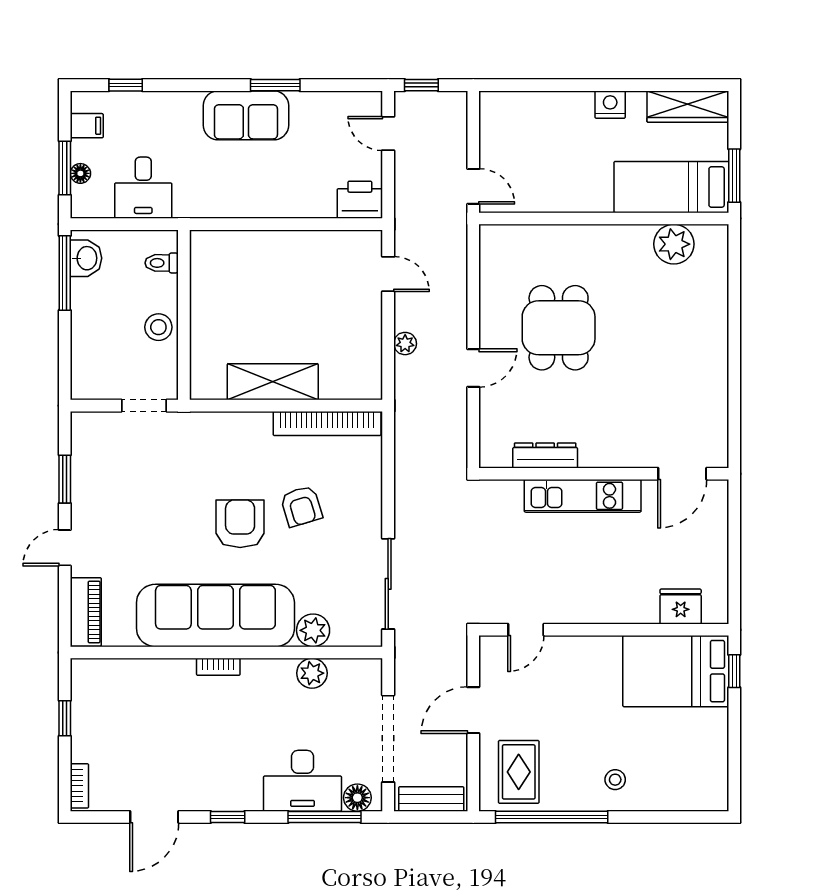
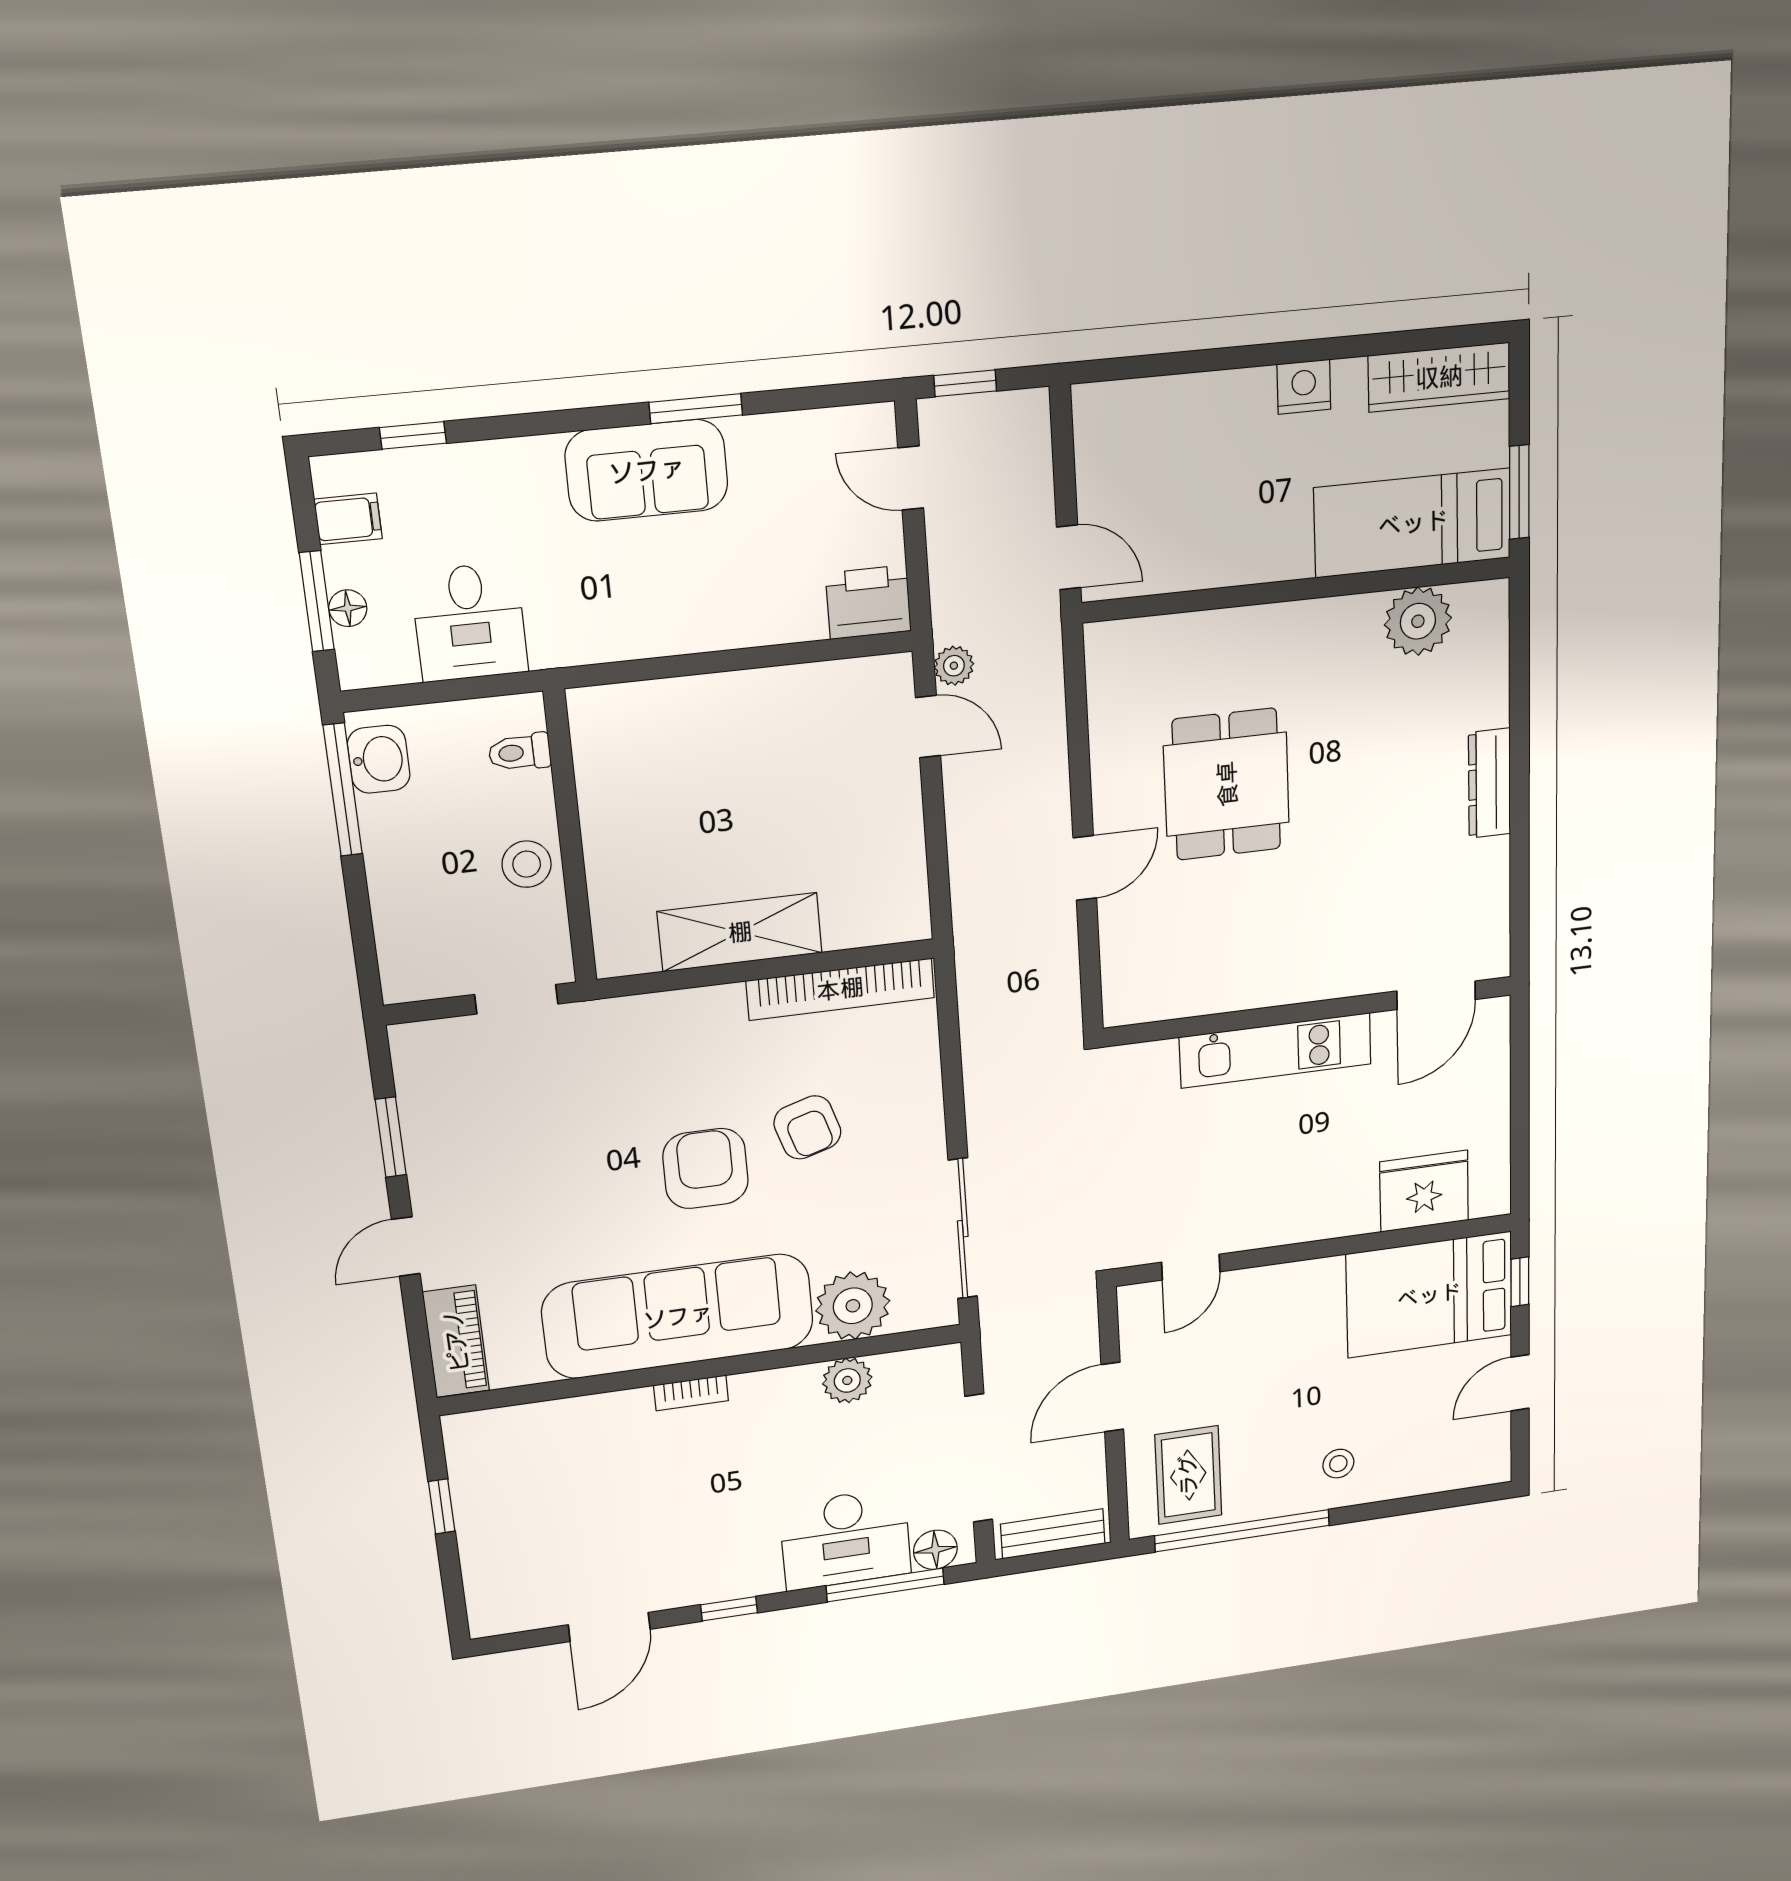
plant: (405, 344) -> (954, 666), moved
dresser: (545, 455) -> (1489, 783), moved, turned -90
fridge: (681, 607) -> (1424, 1191), width x1.36, depth x1.34
plant: (313, 630) -> (853, 1306), width x1.36, depth x1.36
door: (734, 741) -> (1520, 1383), added
bookcase: (79, 786) -> (480, 1601), removed

